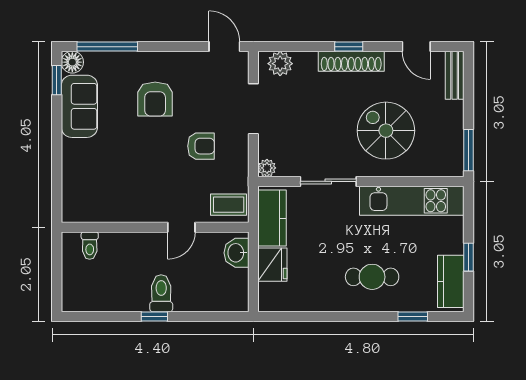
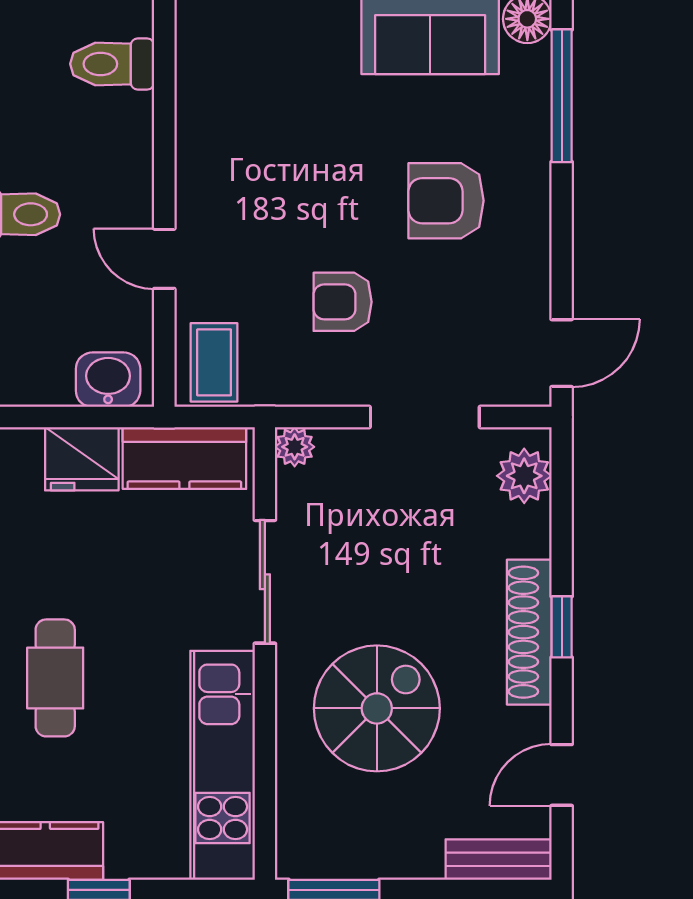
armchair: (201, 146) -> (343, 302), turned 90
toilet: (90, 246) -> (112, 64), width x1.37, depth x1.39

